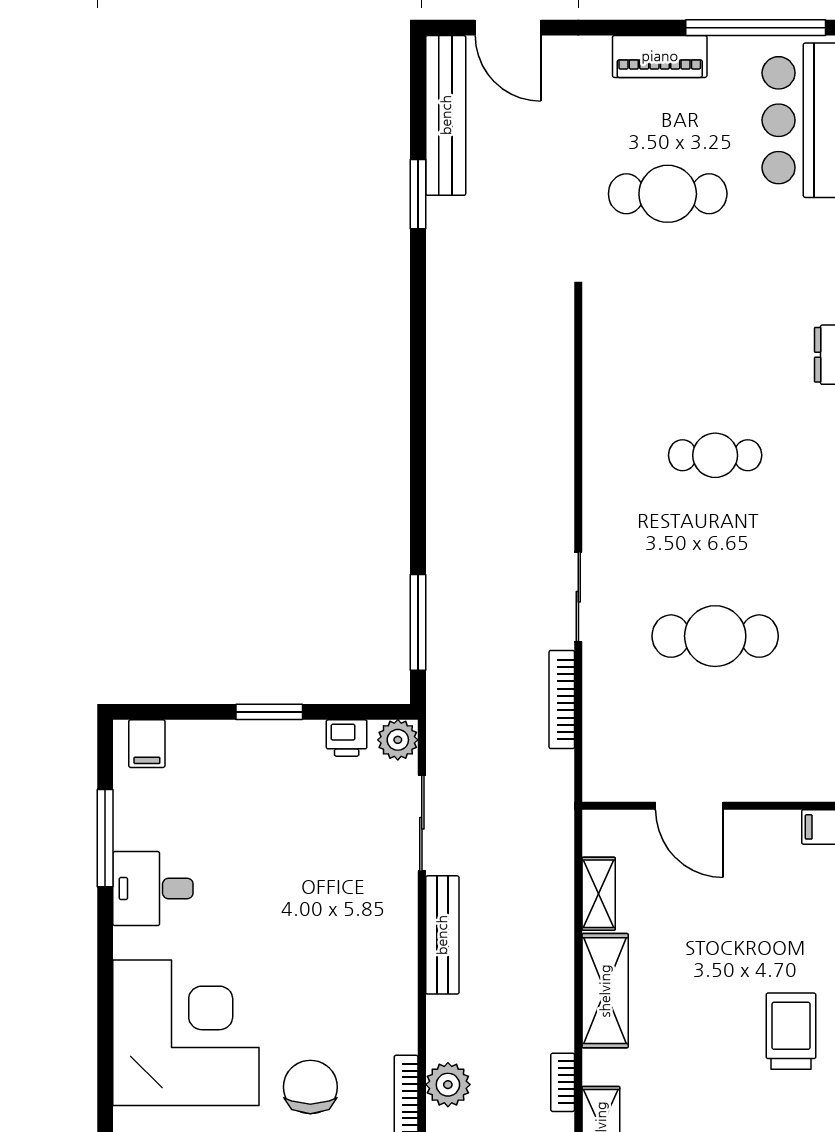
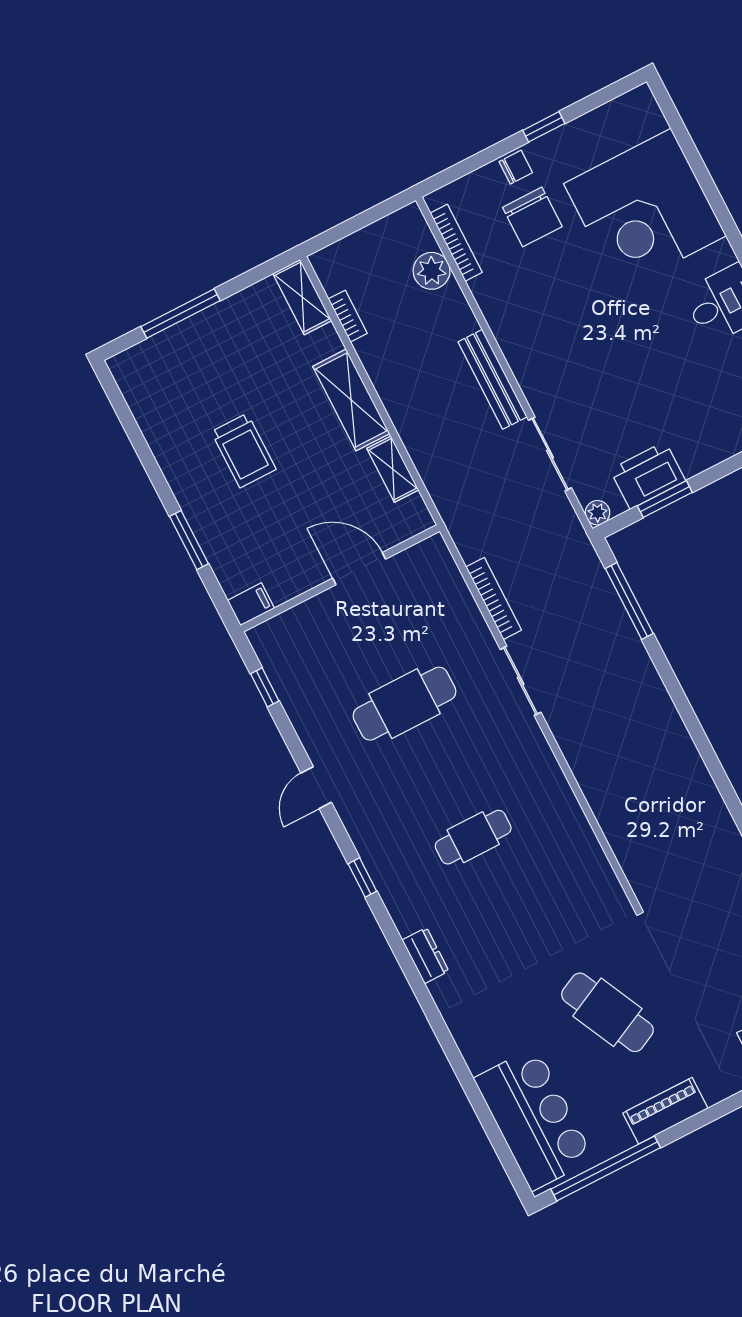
cafe table: (668, 194) -> (607, 1012), turned 64
window: (269, 712) -> (665, 499), moved
printer: (347, 738) -> (648, 475), width x1.87, depth x1.48
plant: (398, 740) -> (598, 513), width x0.73, depth x0.73
trolley: (791, 1031) -> (244, 451), moved

